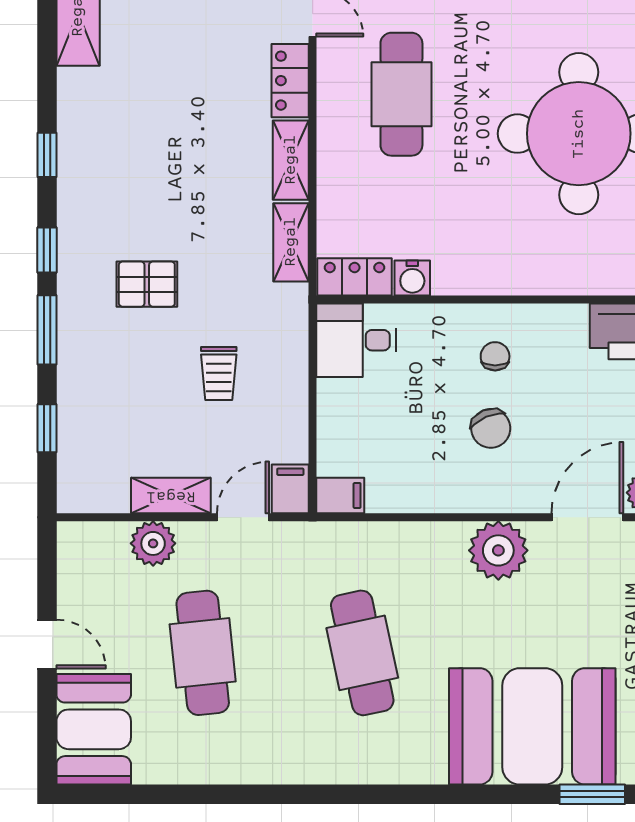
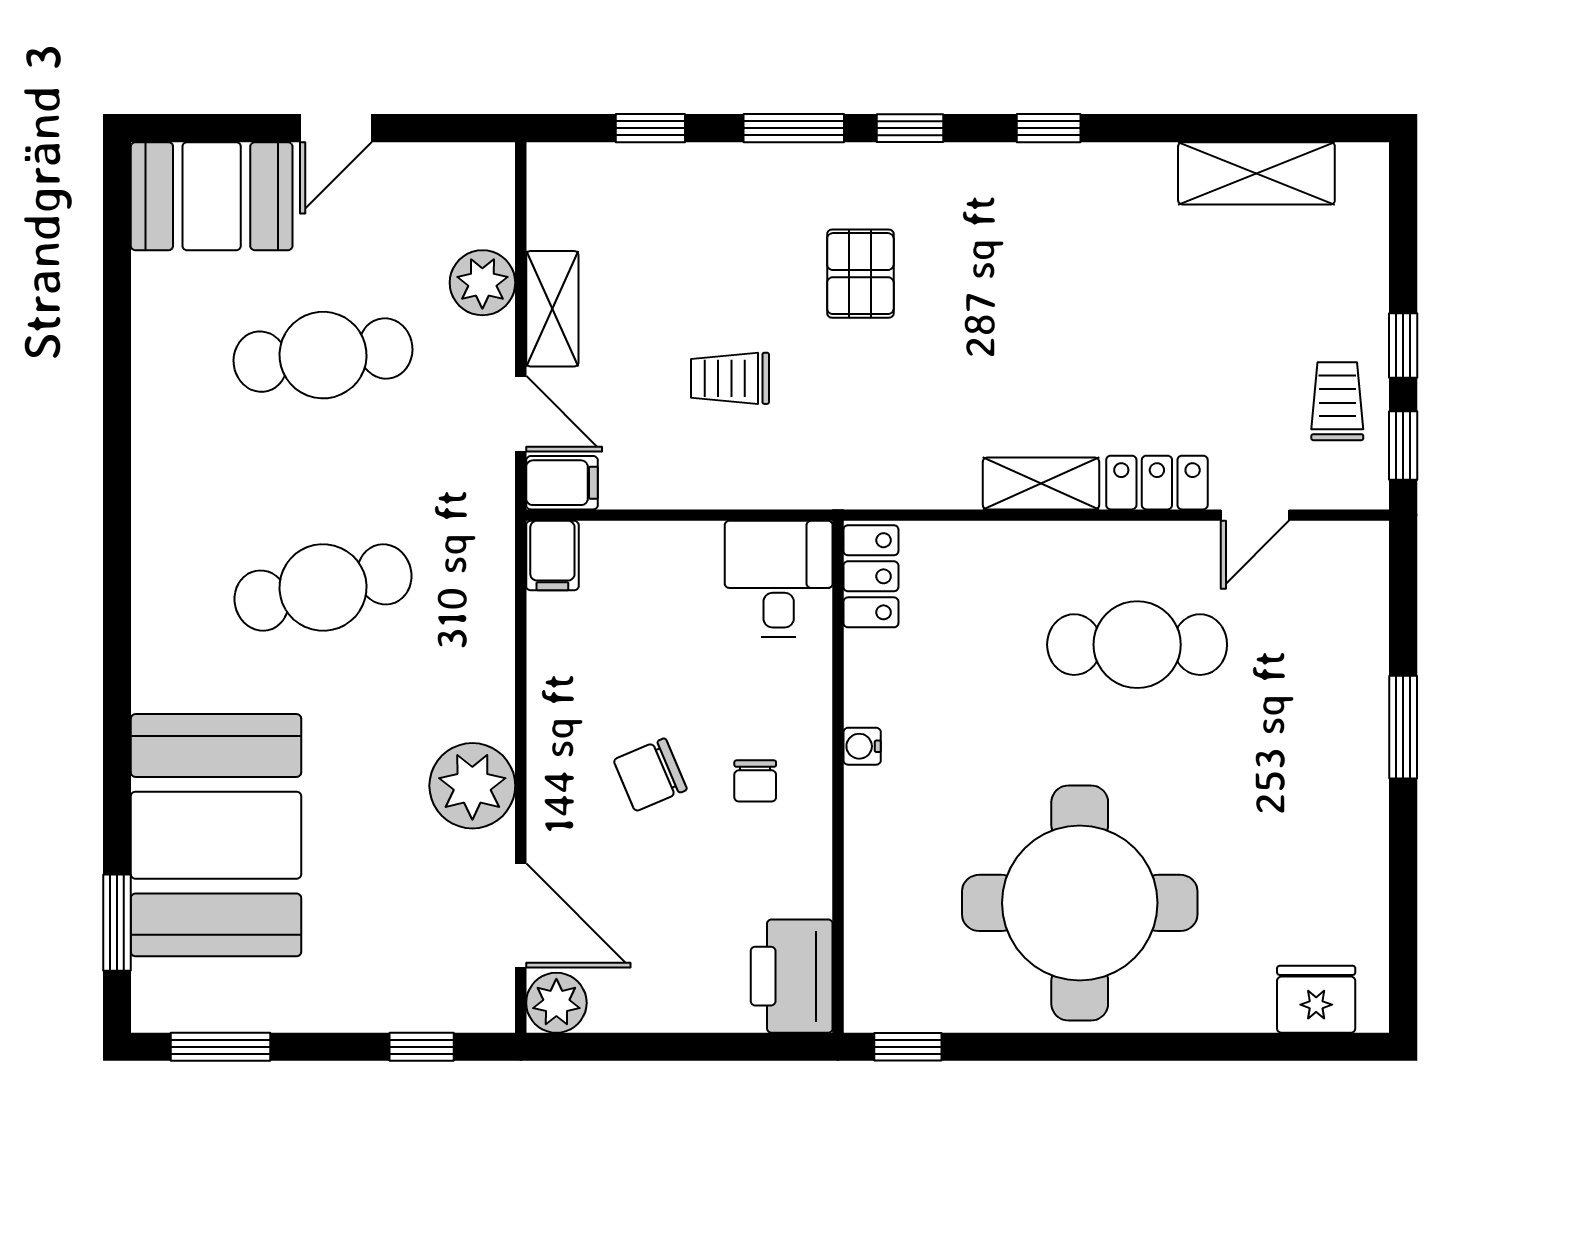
shelving: (291, 242) -> (921, 484), removed
water cooler: (412, 278) -> (862, 746), moved, width x0.72, depth x0.72
chair: (495, 356) -> (755, 781), turned 90

